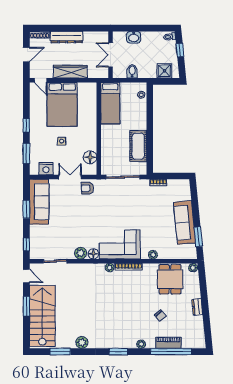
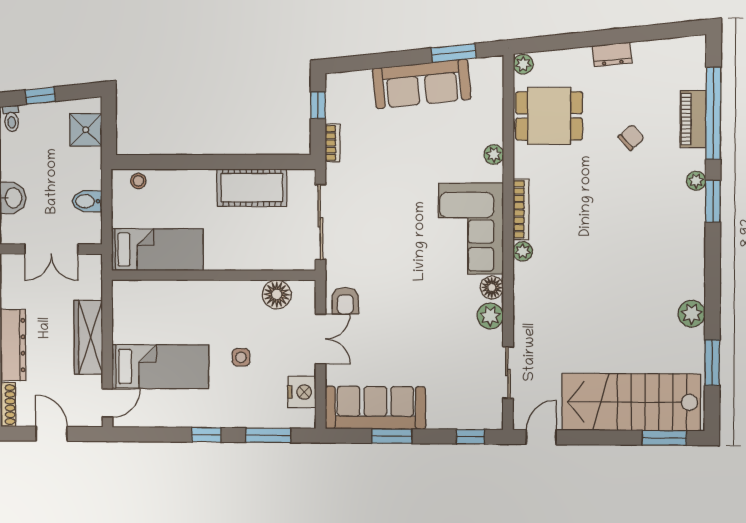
bed: (62, 104) -> (160, 367), width x0.67
window: (175, 176) -> (318, 105), added
double door: (70, 177) -> (320, 339), swing flipped
window: (26, 306) -> (664, 438), moved
window: (118, 352) -> (713, 201), moved

